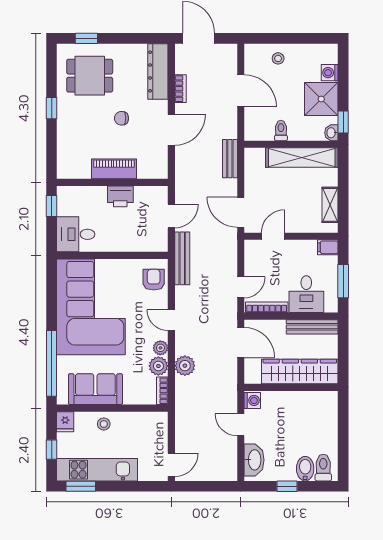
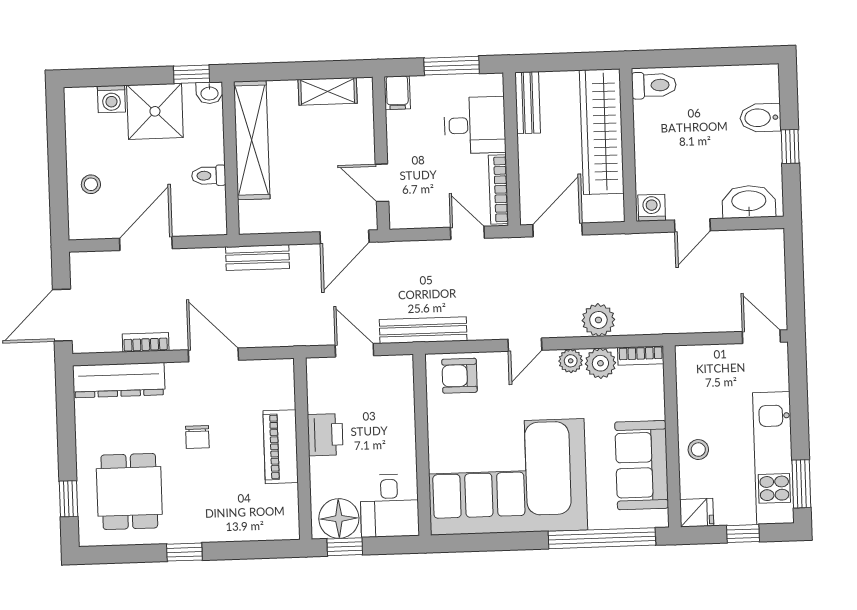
floor lamp: (69, 203) -> (339, 518), added
bench: (312, 327) -> (528, 103), width x0.73
toilet: (323, 468) -> (654, 85), moved, turned 180

